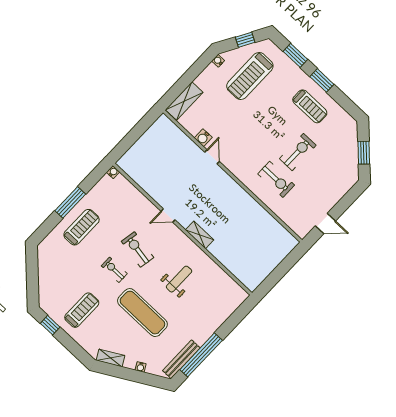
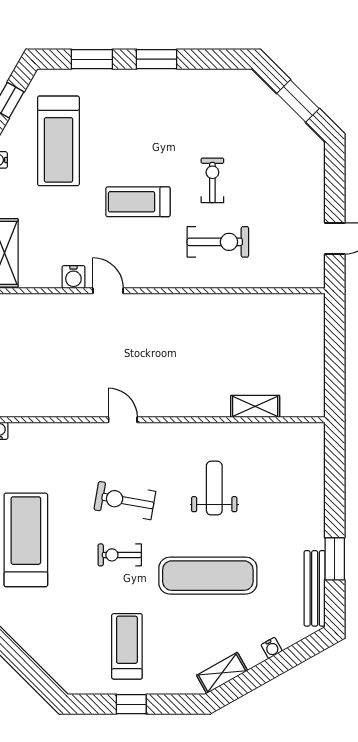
treadmill: (310, 106) -> (138, 202), moved, turned 180
exercise bike: (298, 152) -> (212, 180), width x0.73, depth x0.72
door: (168, 216) -> (123, 420), swing flipped
treadmill: (82, 227) -> (26, 540), width x1.37, depth x1.38
shelving: (200, 235) -> (255, 406), moved
window: (50, 325) -> (131, 704), moved
window: (201, 355) -> (335, 559), width x0.47

